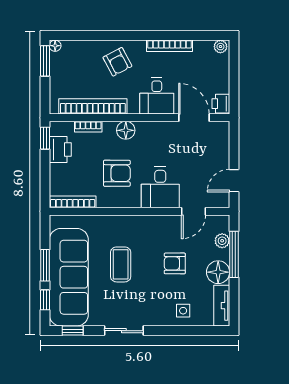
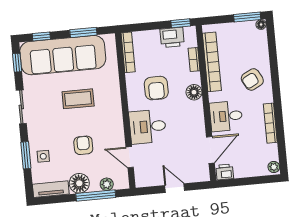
door: (234, 181) -> (175, 188), moved
window: (45, 265) -> (83, 32), moved
window: (180, 331) -> (26, 155), added

